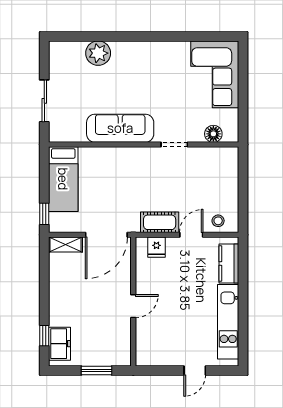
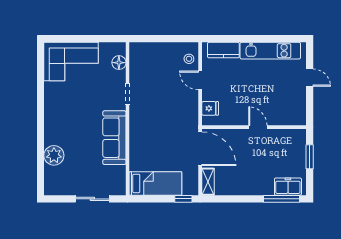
cot: (160, 222) -> (190, 106), removed
window: (44, 336) -> (281, 199), width x2.17

